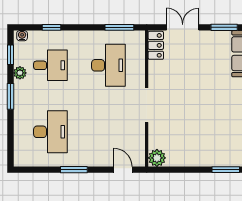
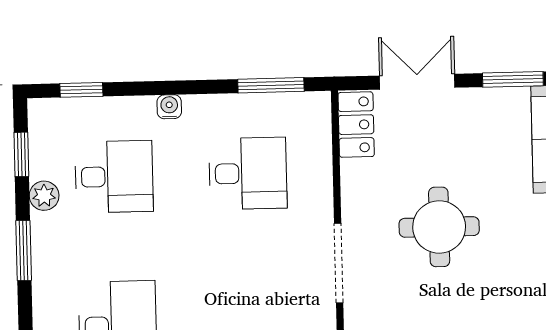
window: (52, 27) -> (81, 90), moved
water cooler: (22, 36) -> (169, 107), moved
desk: (108, 65) -> (248, 173), width x0.73
round table: (191, 91) -> (439, 227), added

